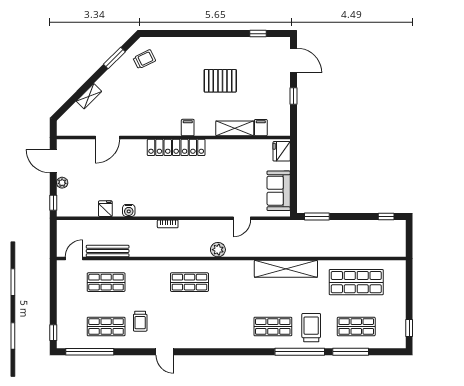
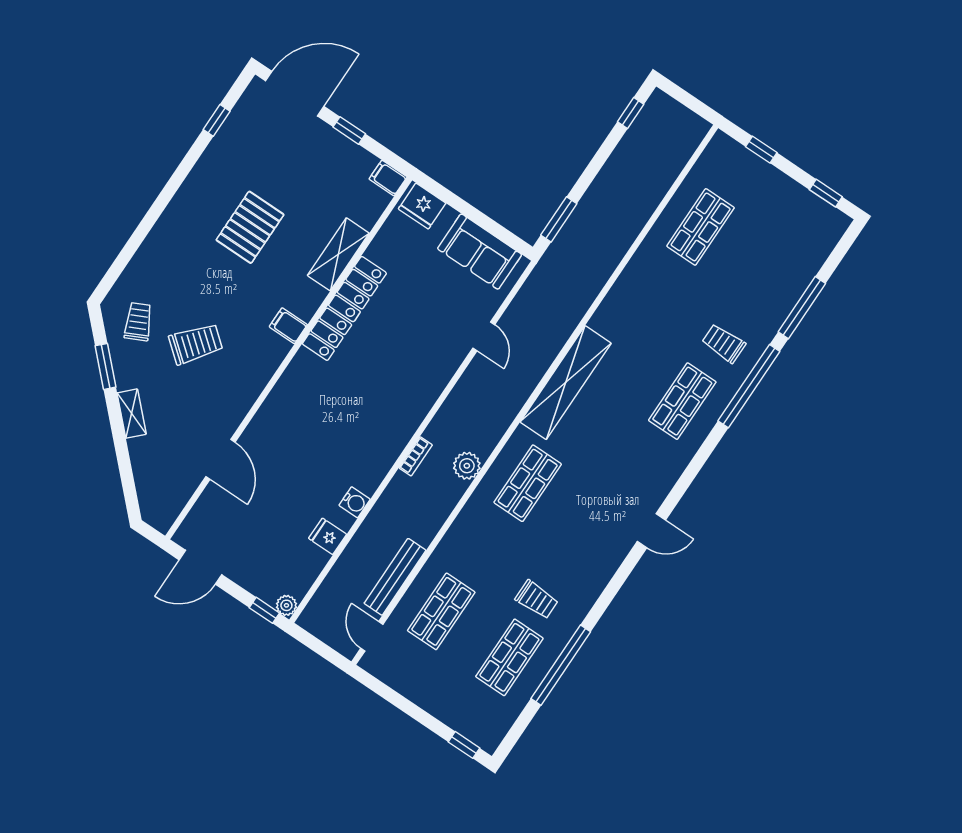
door: (293, 60) -> (295, 94), width x1.36
trolley: (152, 92) -> (196, 344), added
shelving: (89, 96) -> (132, 414), moved
filing cabinet: (261, 128) -> (388, 178), moved
locker: (176, 147) -> (344, 308), moved
plant: (62, 183) -> (286, 605), moved
plant: (218, 250) -> (467, 466), moved
shelving: (286, 269) -> (566, 383), moved
shop shelf: (356, 282) -> (701, 227), width x0.70, depth x0.74
window: (409, 286) -> (761, 150), added
shop shelf: (356, 326) -> (769, 273), removed
trolley: (311, 328) -> (724, 343), width x0.73, depth x0.72
window: (90, 352) -> (561, 665), moved
door: (165, 352) -> (651, 531), moved

